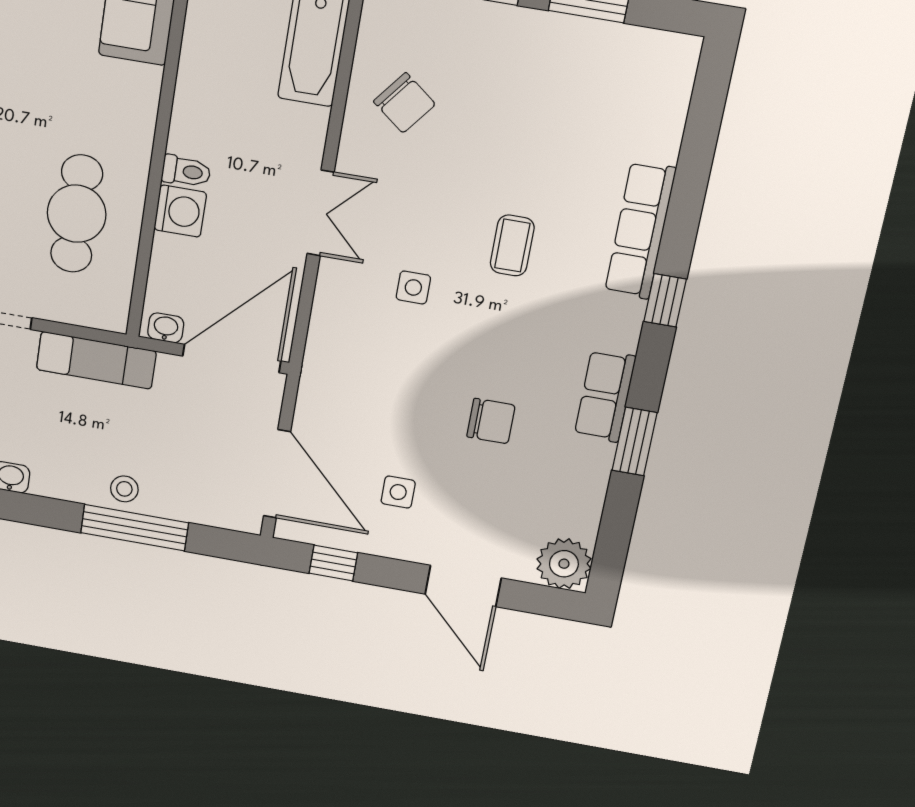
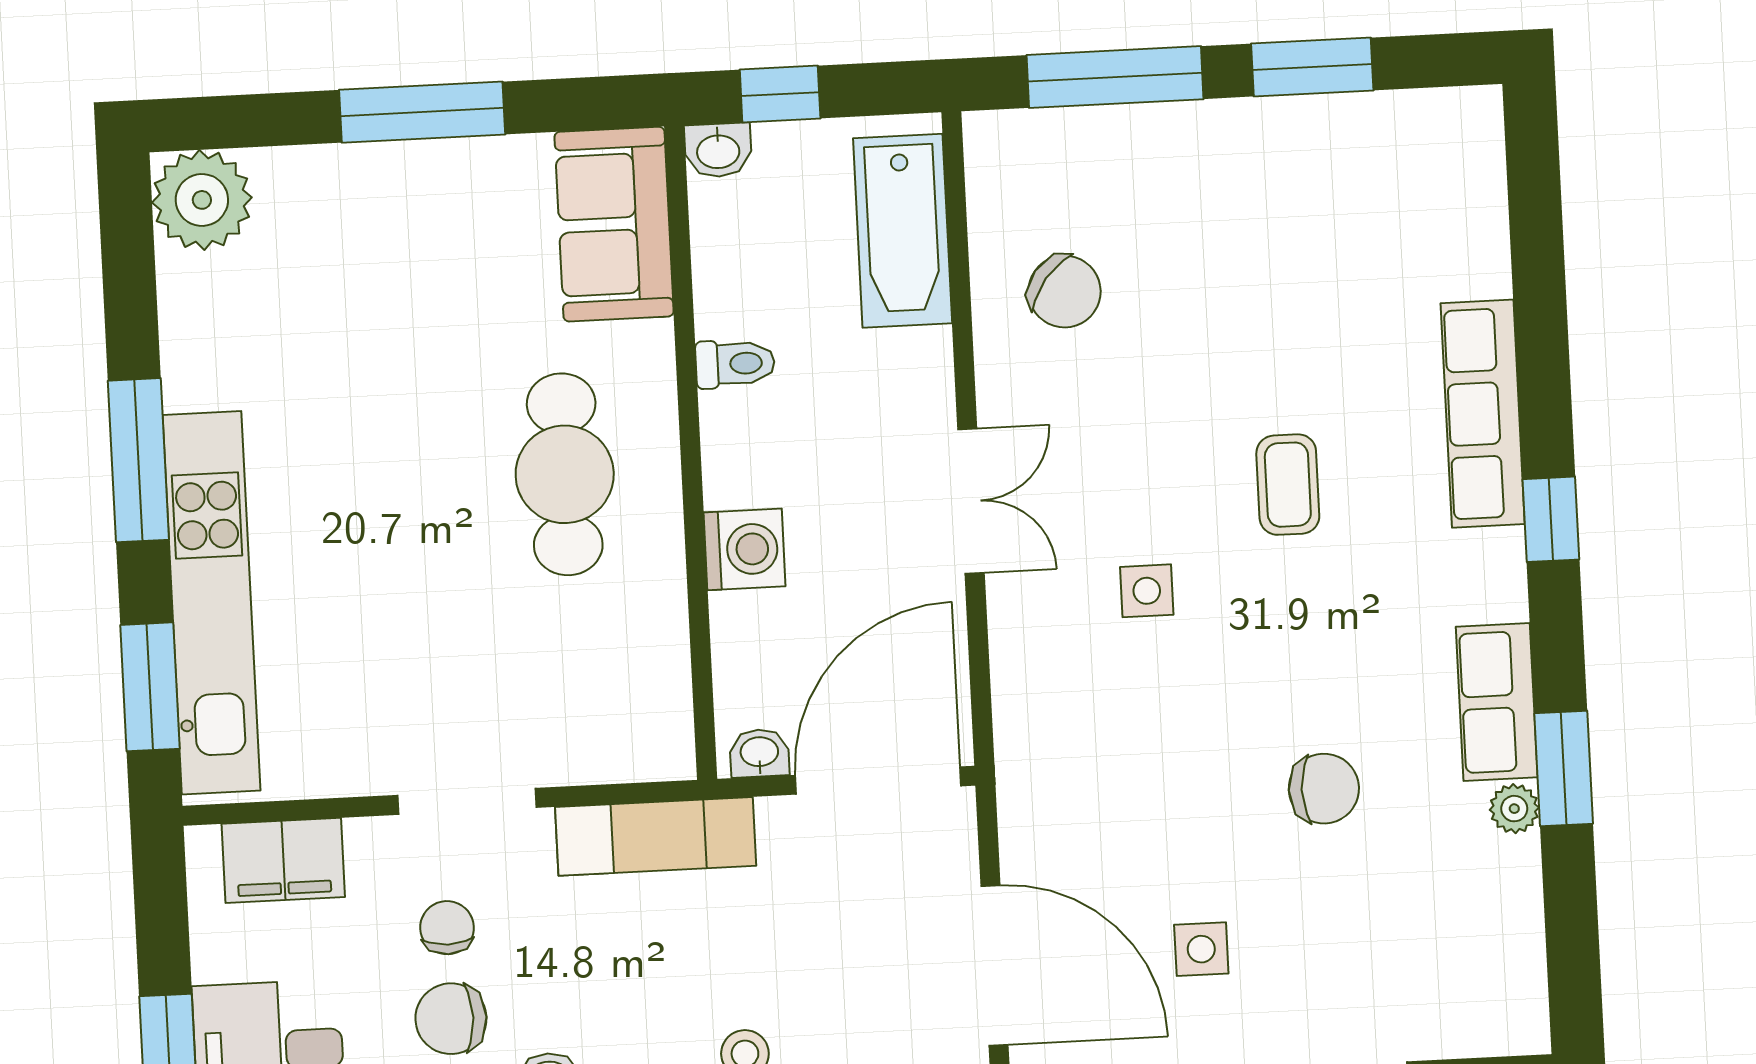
toilet: (186, 171) -> (735, 364), moved
cafe table: (77, 214) -> (565, 474), moved
plant: (564, 564) -> (1514, 809), moved, width x0.53, depth x0.53

